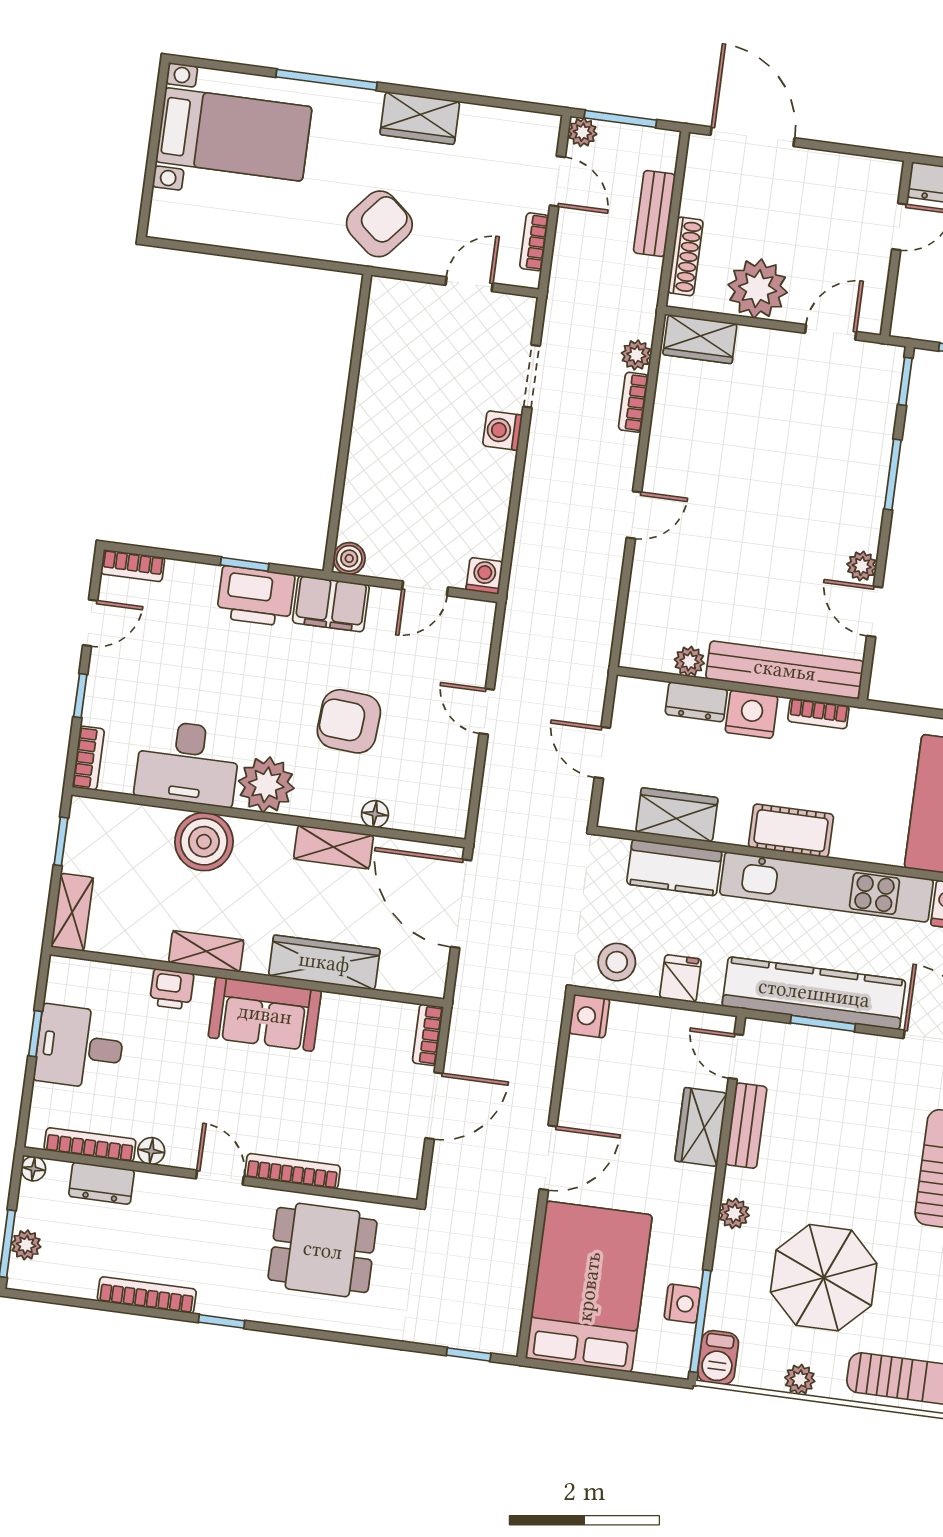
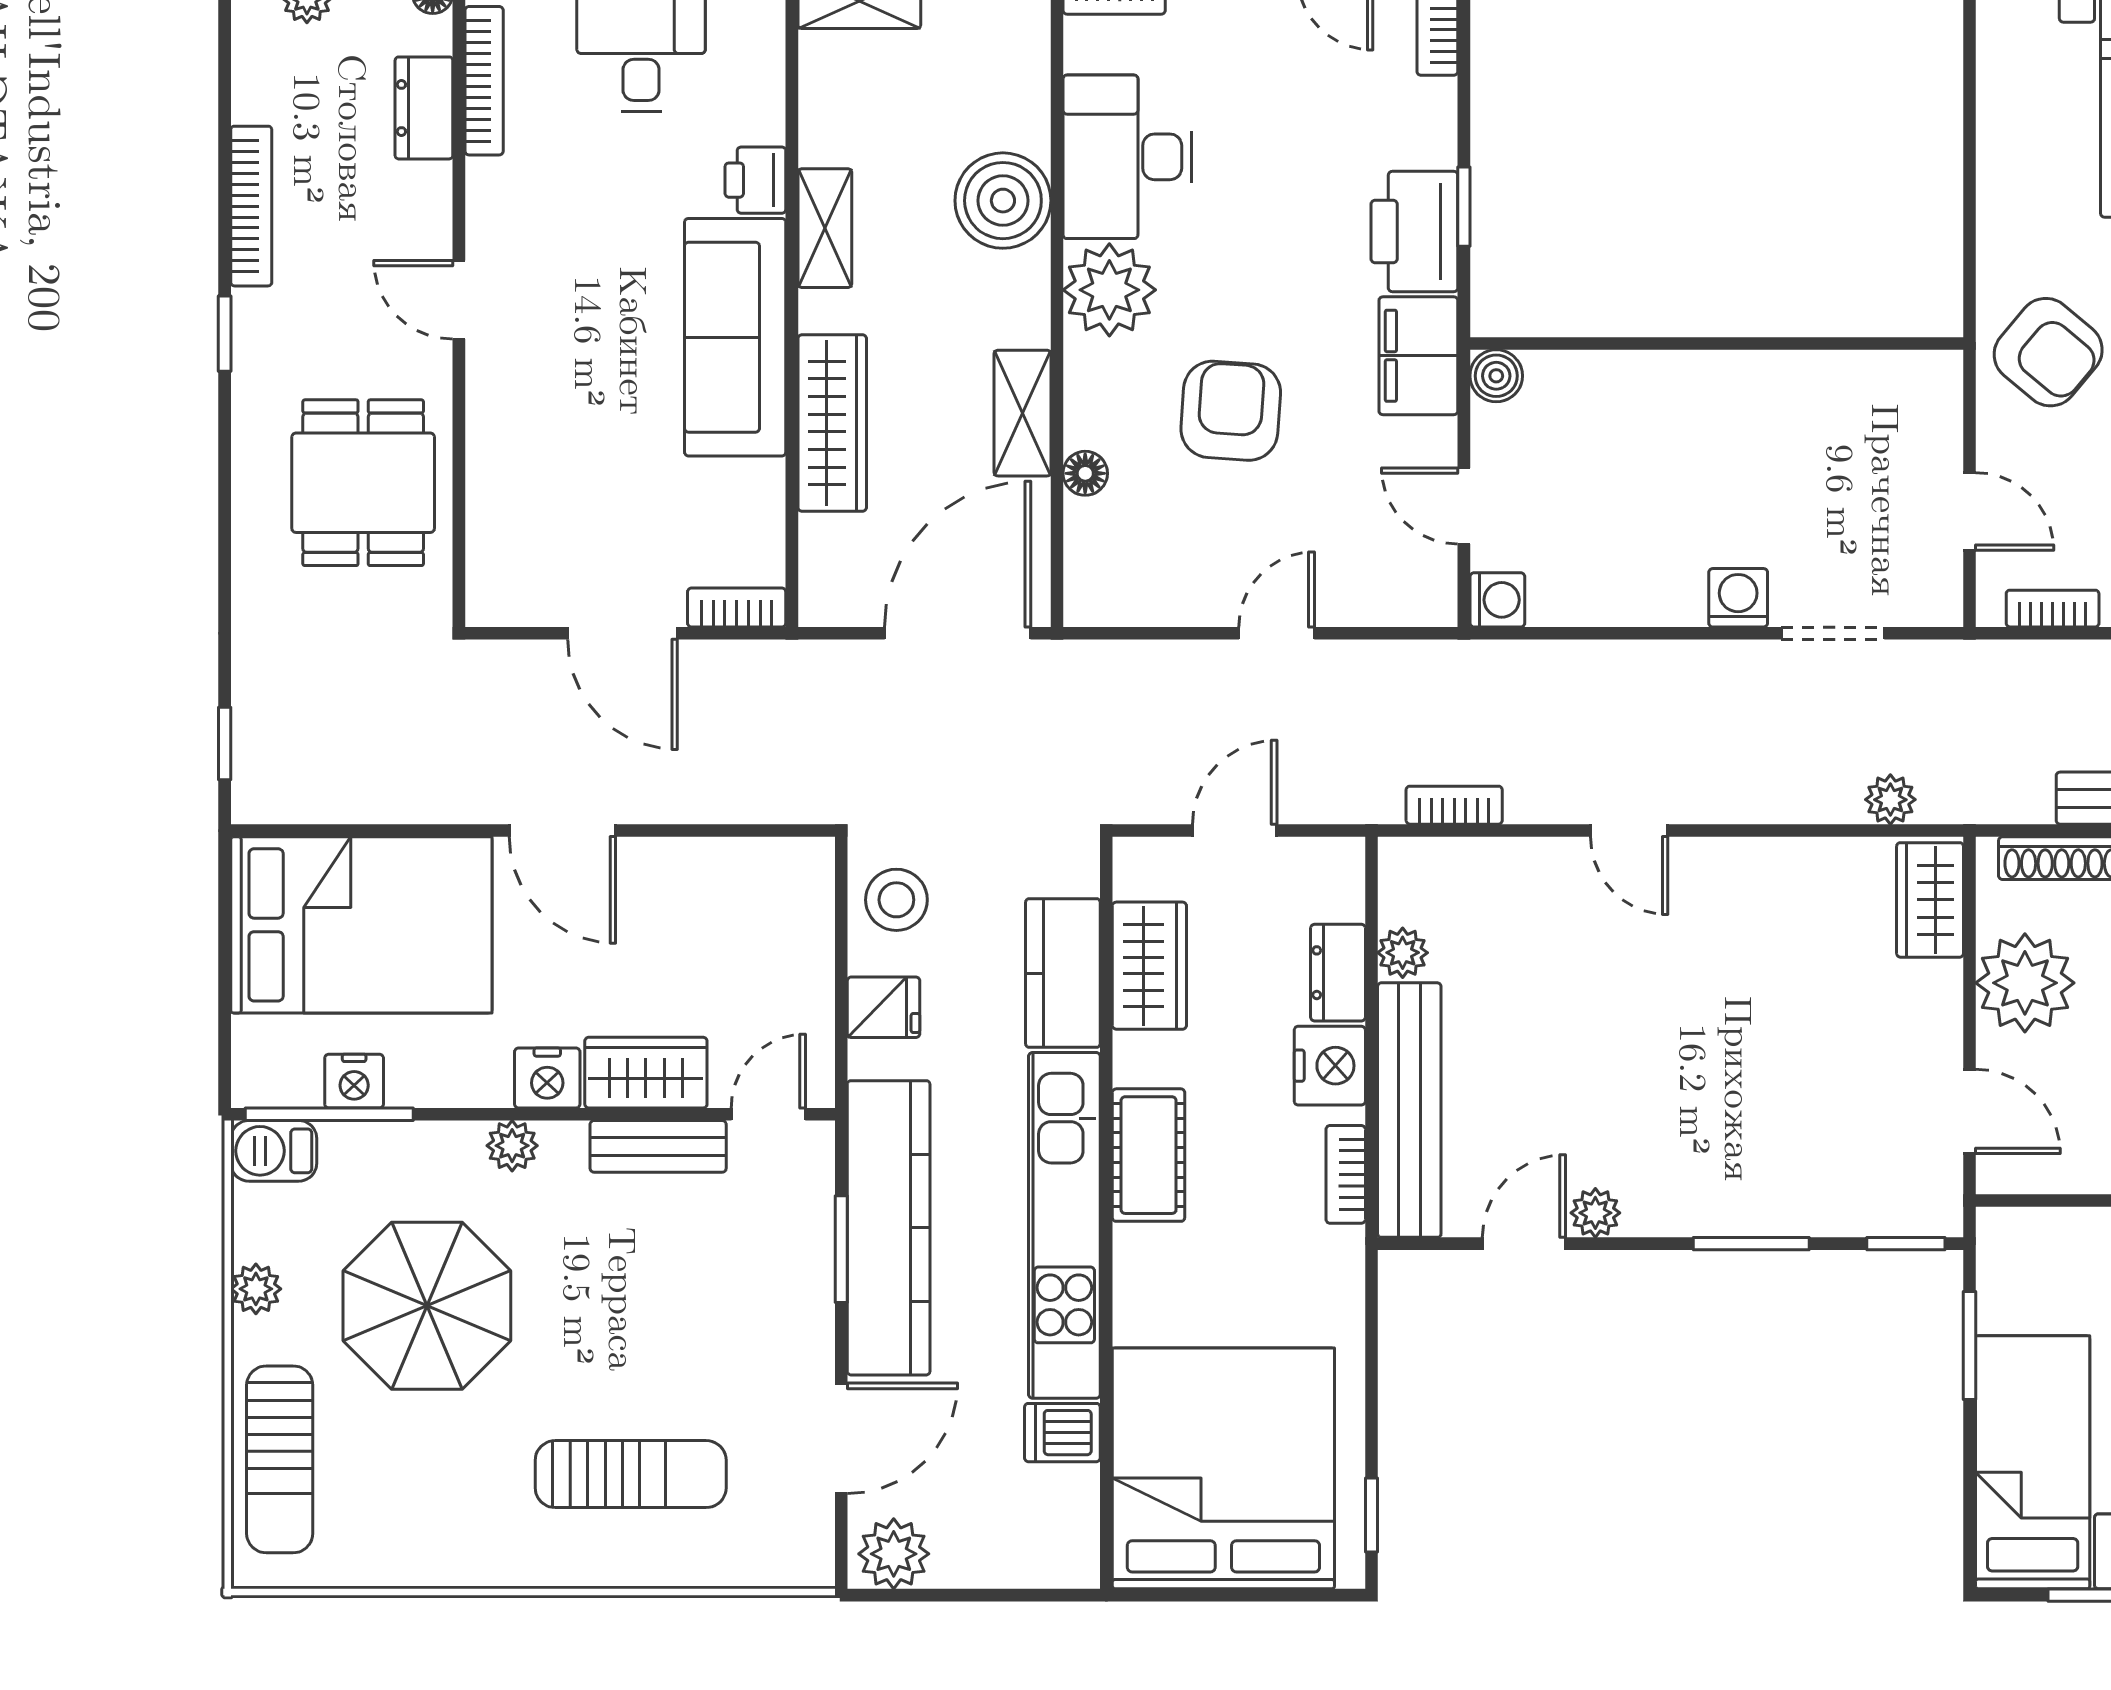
bookcase: (633, 402) -> (1454, 805), moved
sofa: (265, 1014) -> (735, 337), width x1.36
nightstand: (589, 1016) -> (547, 1078), moved, turned 180
floor lamp: (151, 1151) -> (487, 182), removed
bookcase: (293, 1171) -> (485, 417), removed
door: (220, 1178) -> (459, 300), swing flipped

